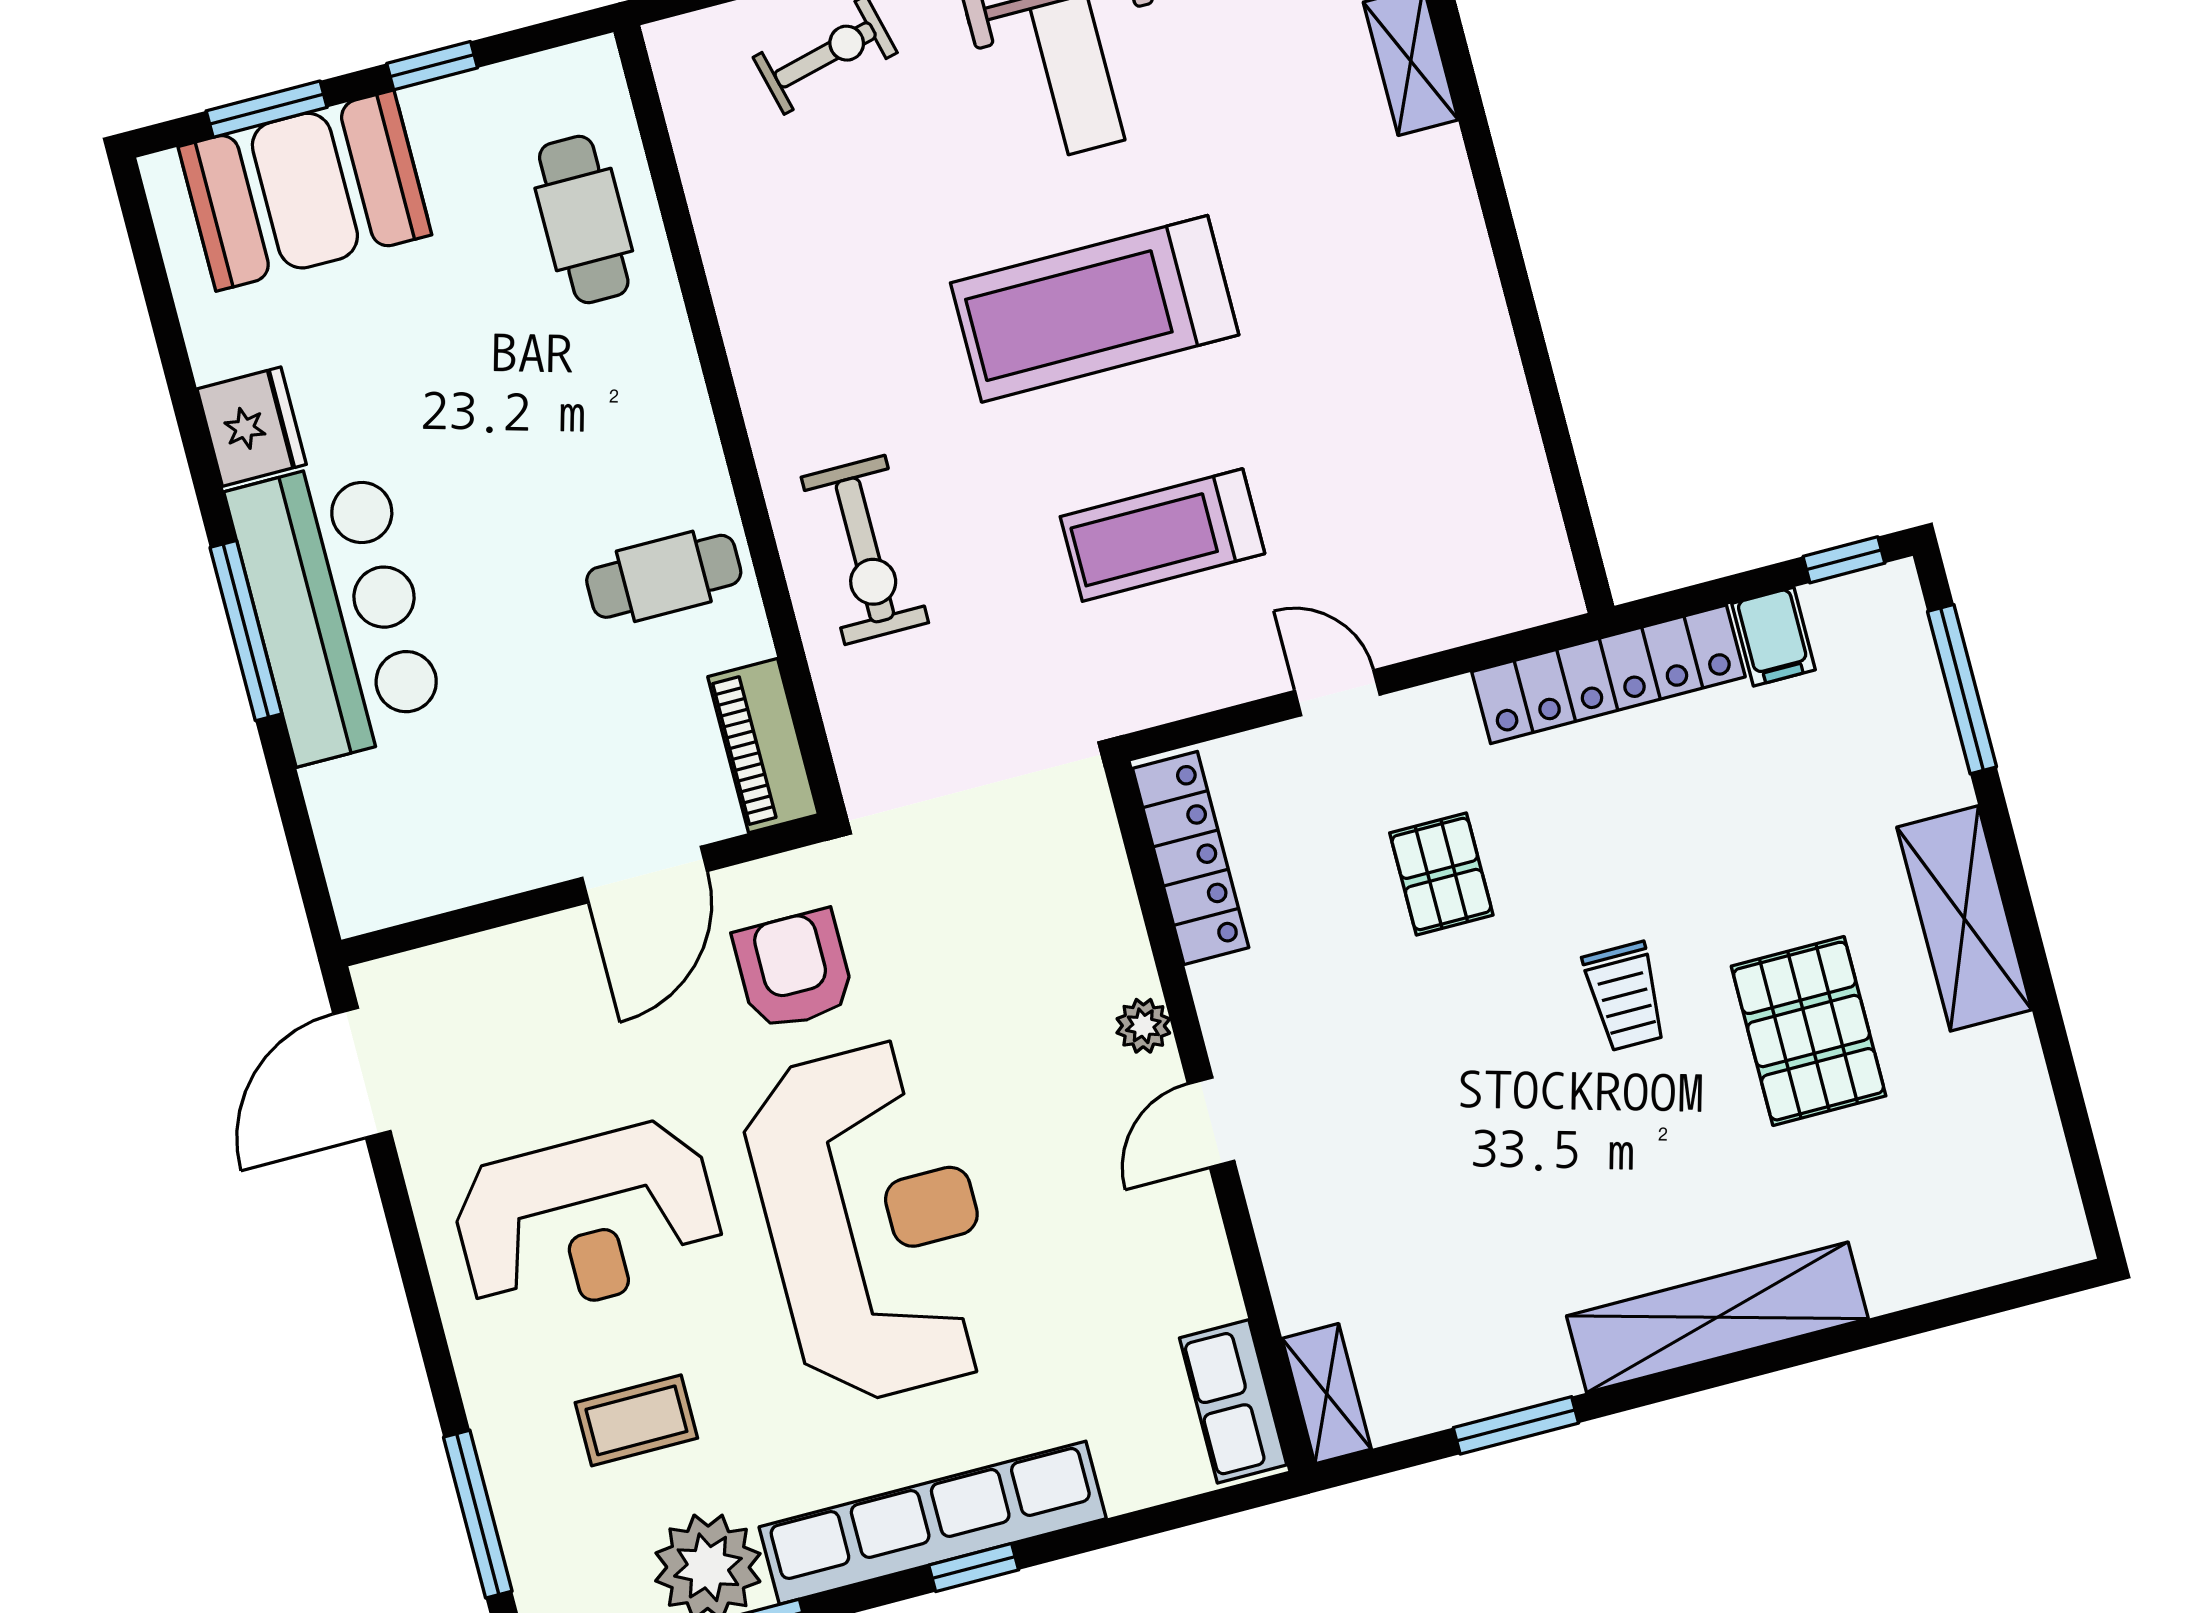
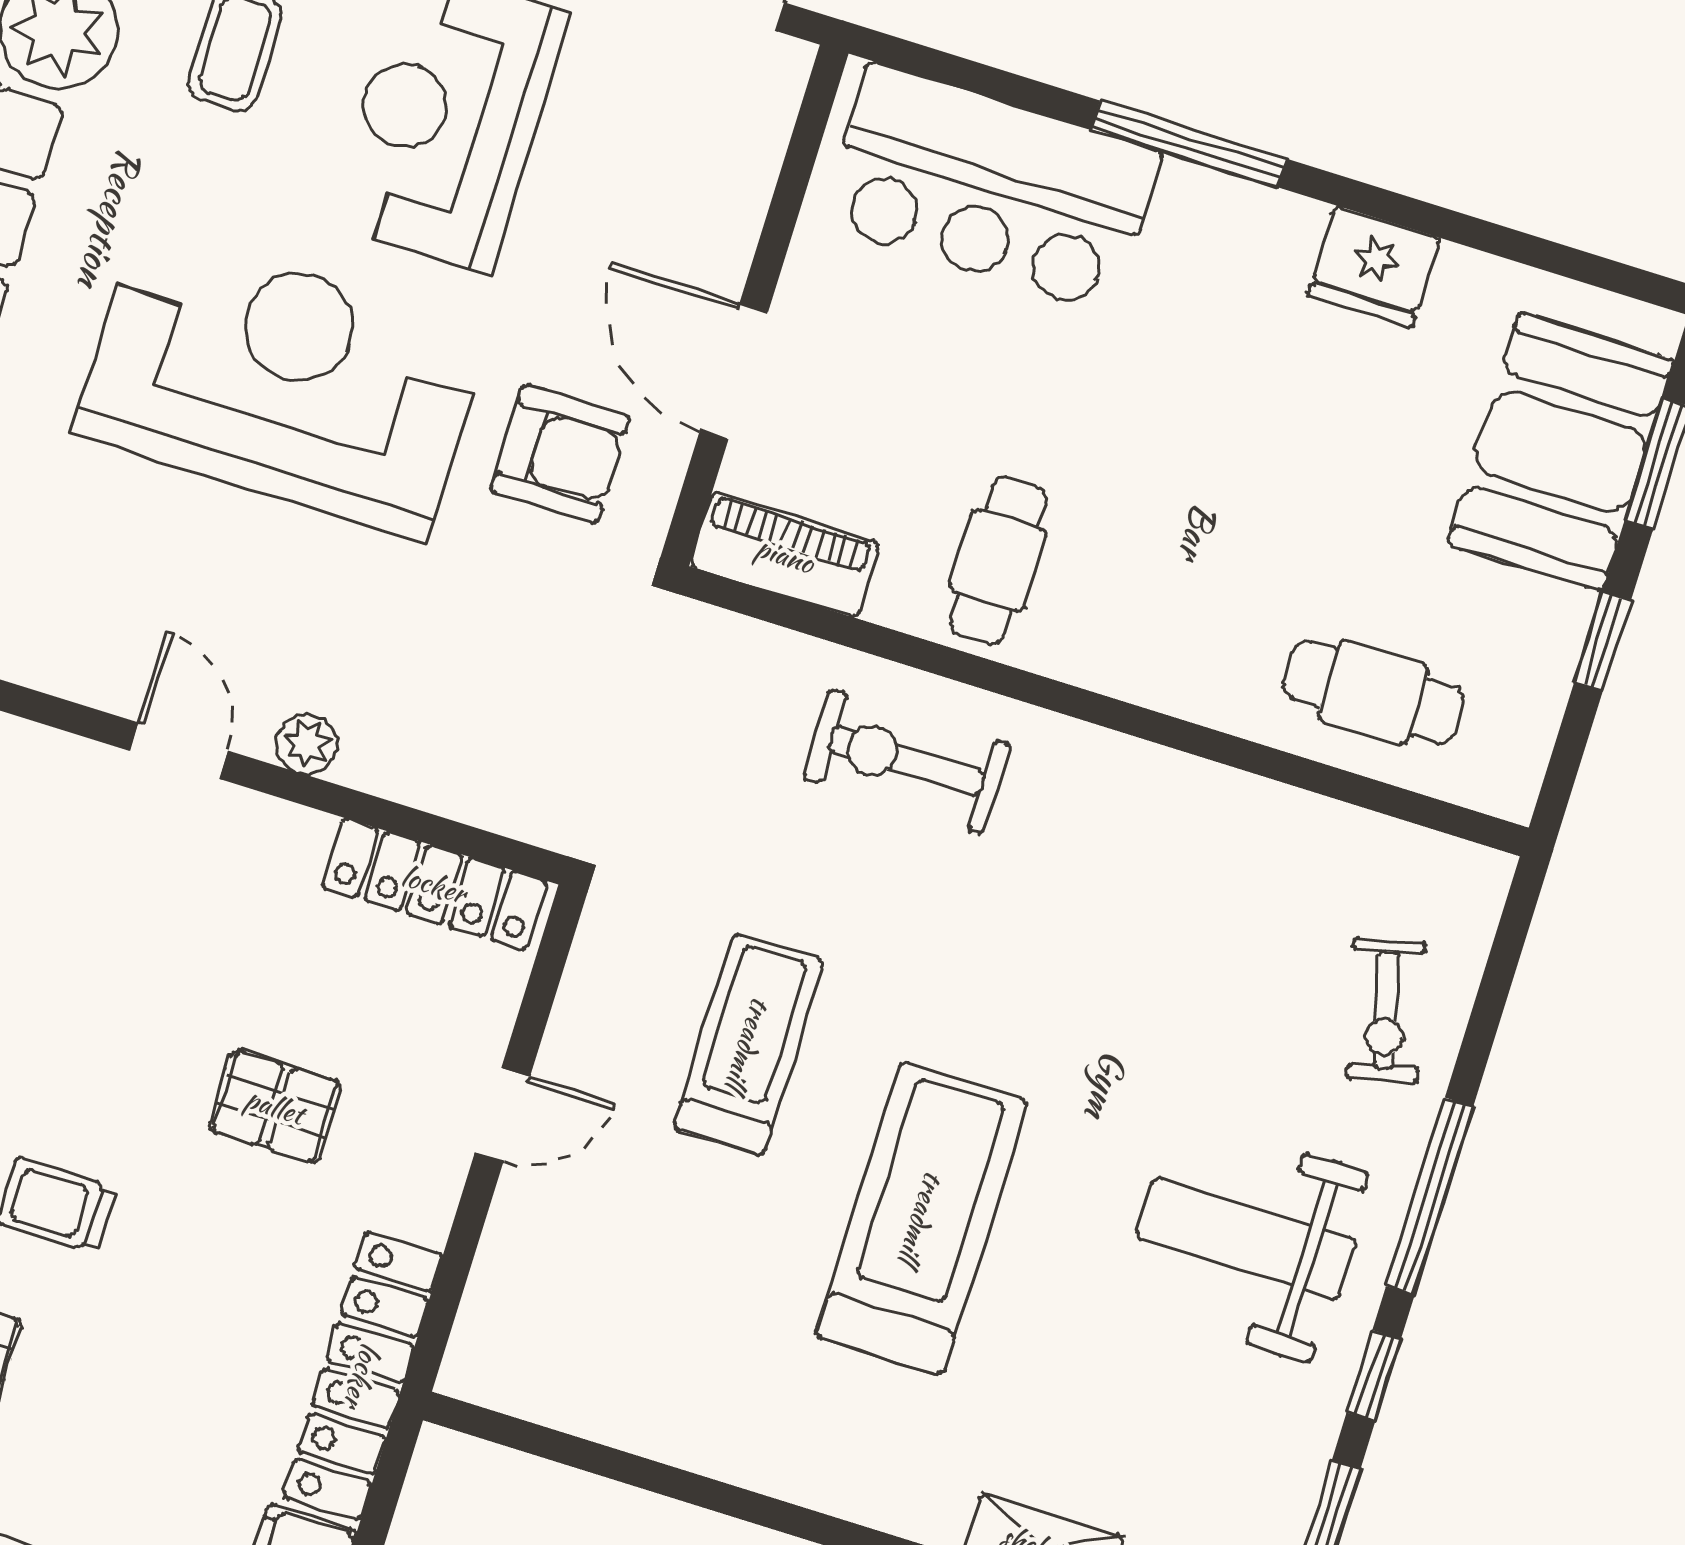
treadmill: (1095, 309) -> (922, 1218), moved
bar counter: (336, 610) -> (991, 188), moved
reception desk: (874, 1222) -> (281, 382), turned 180

